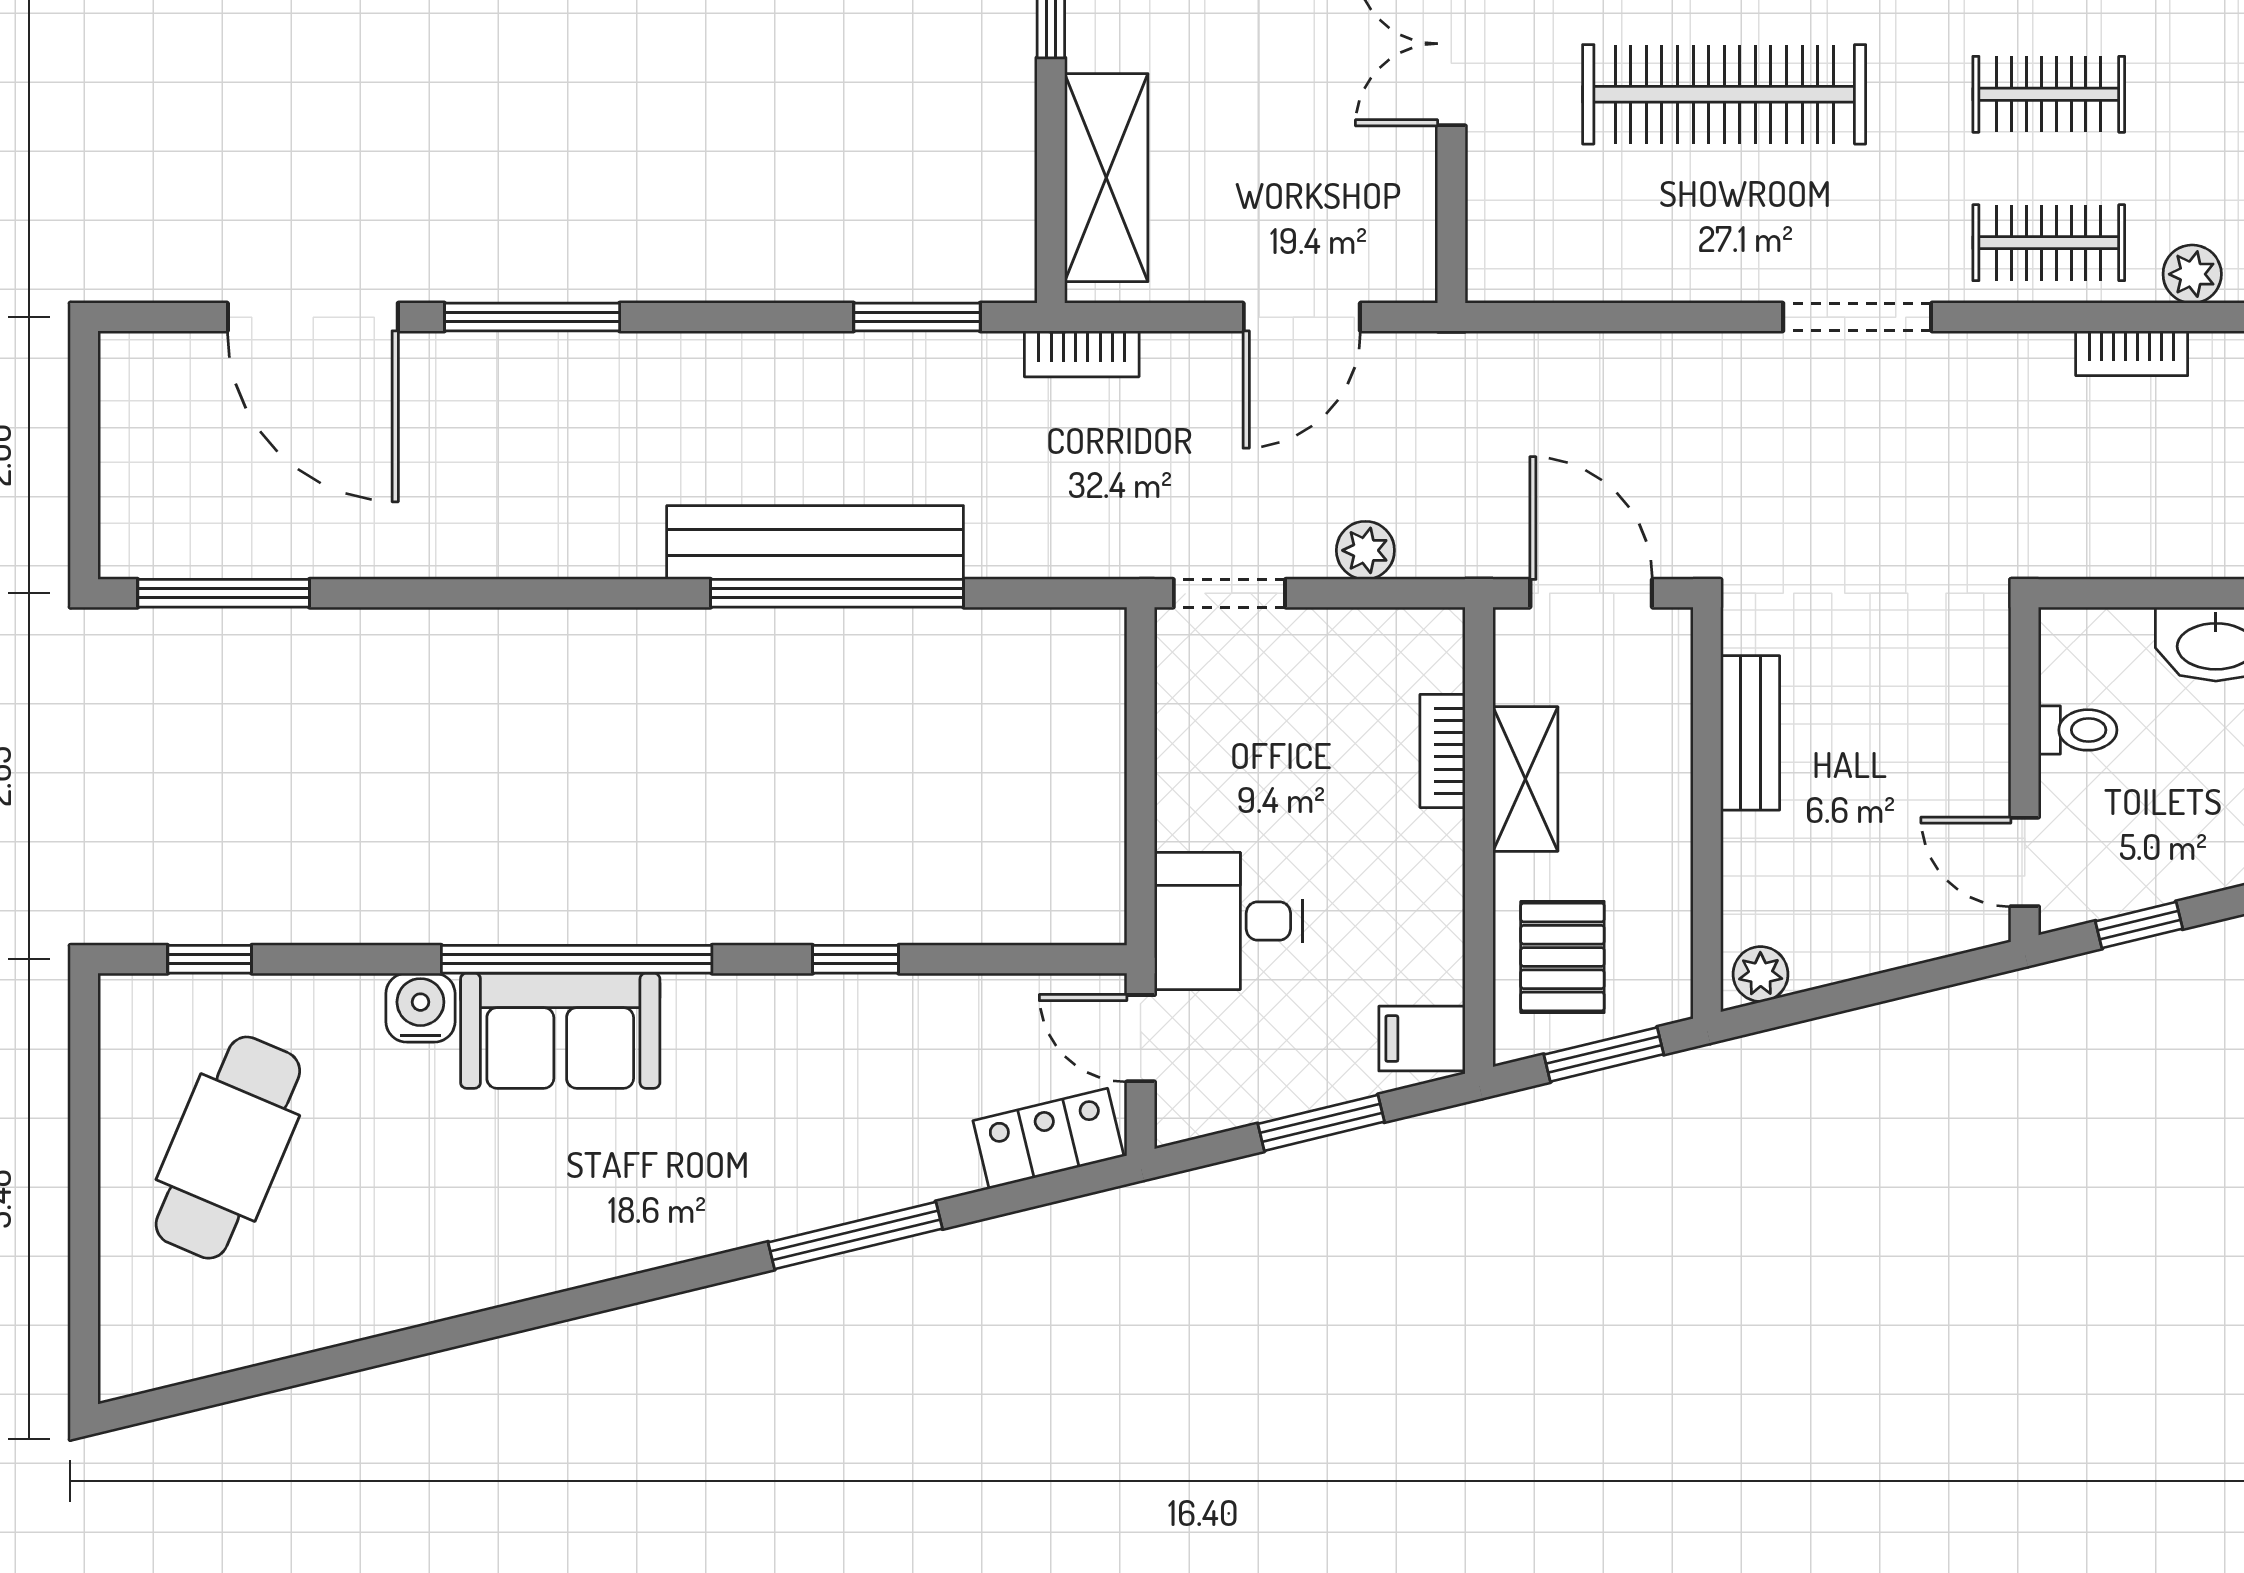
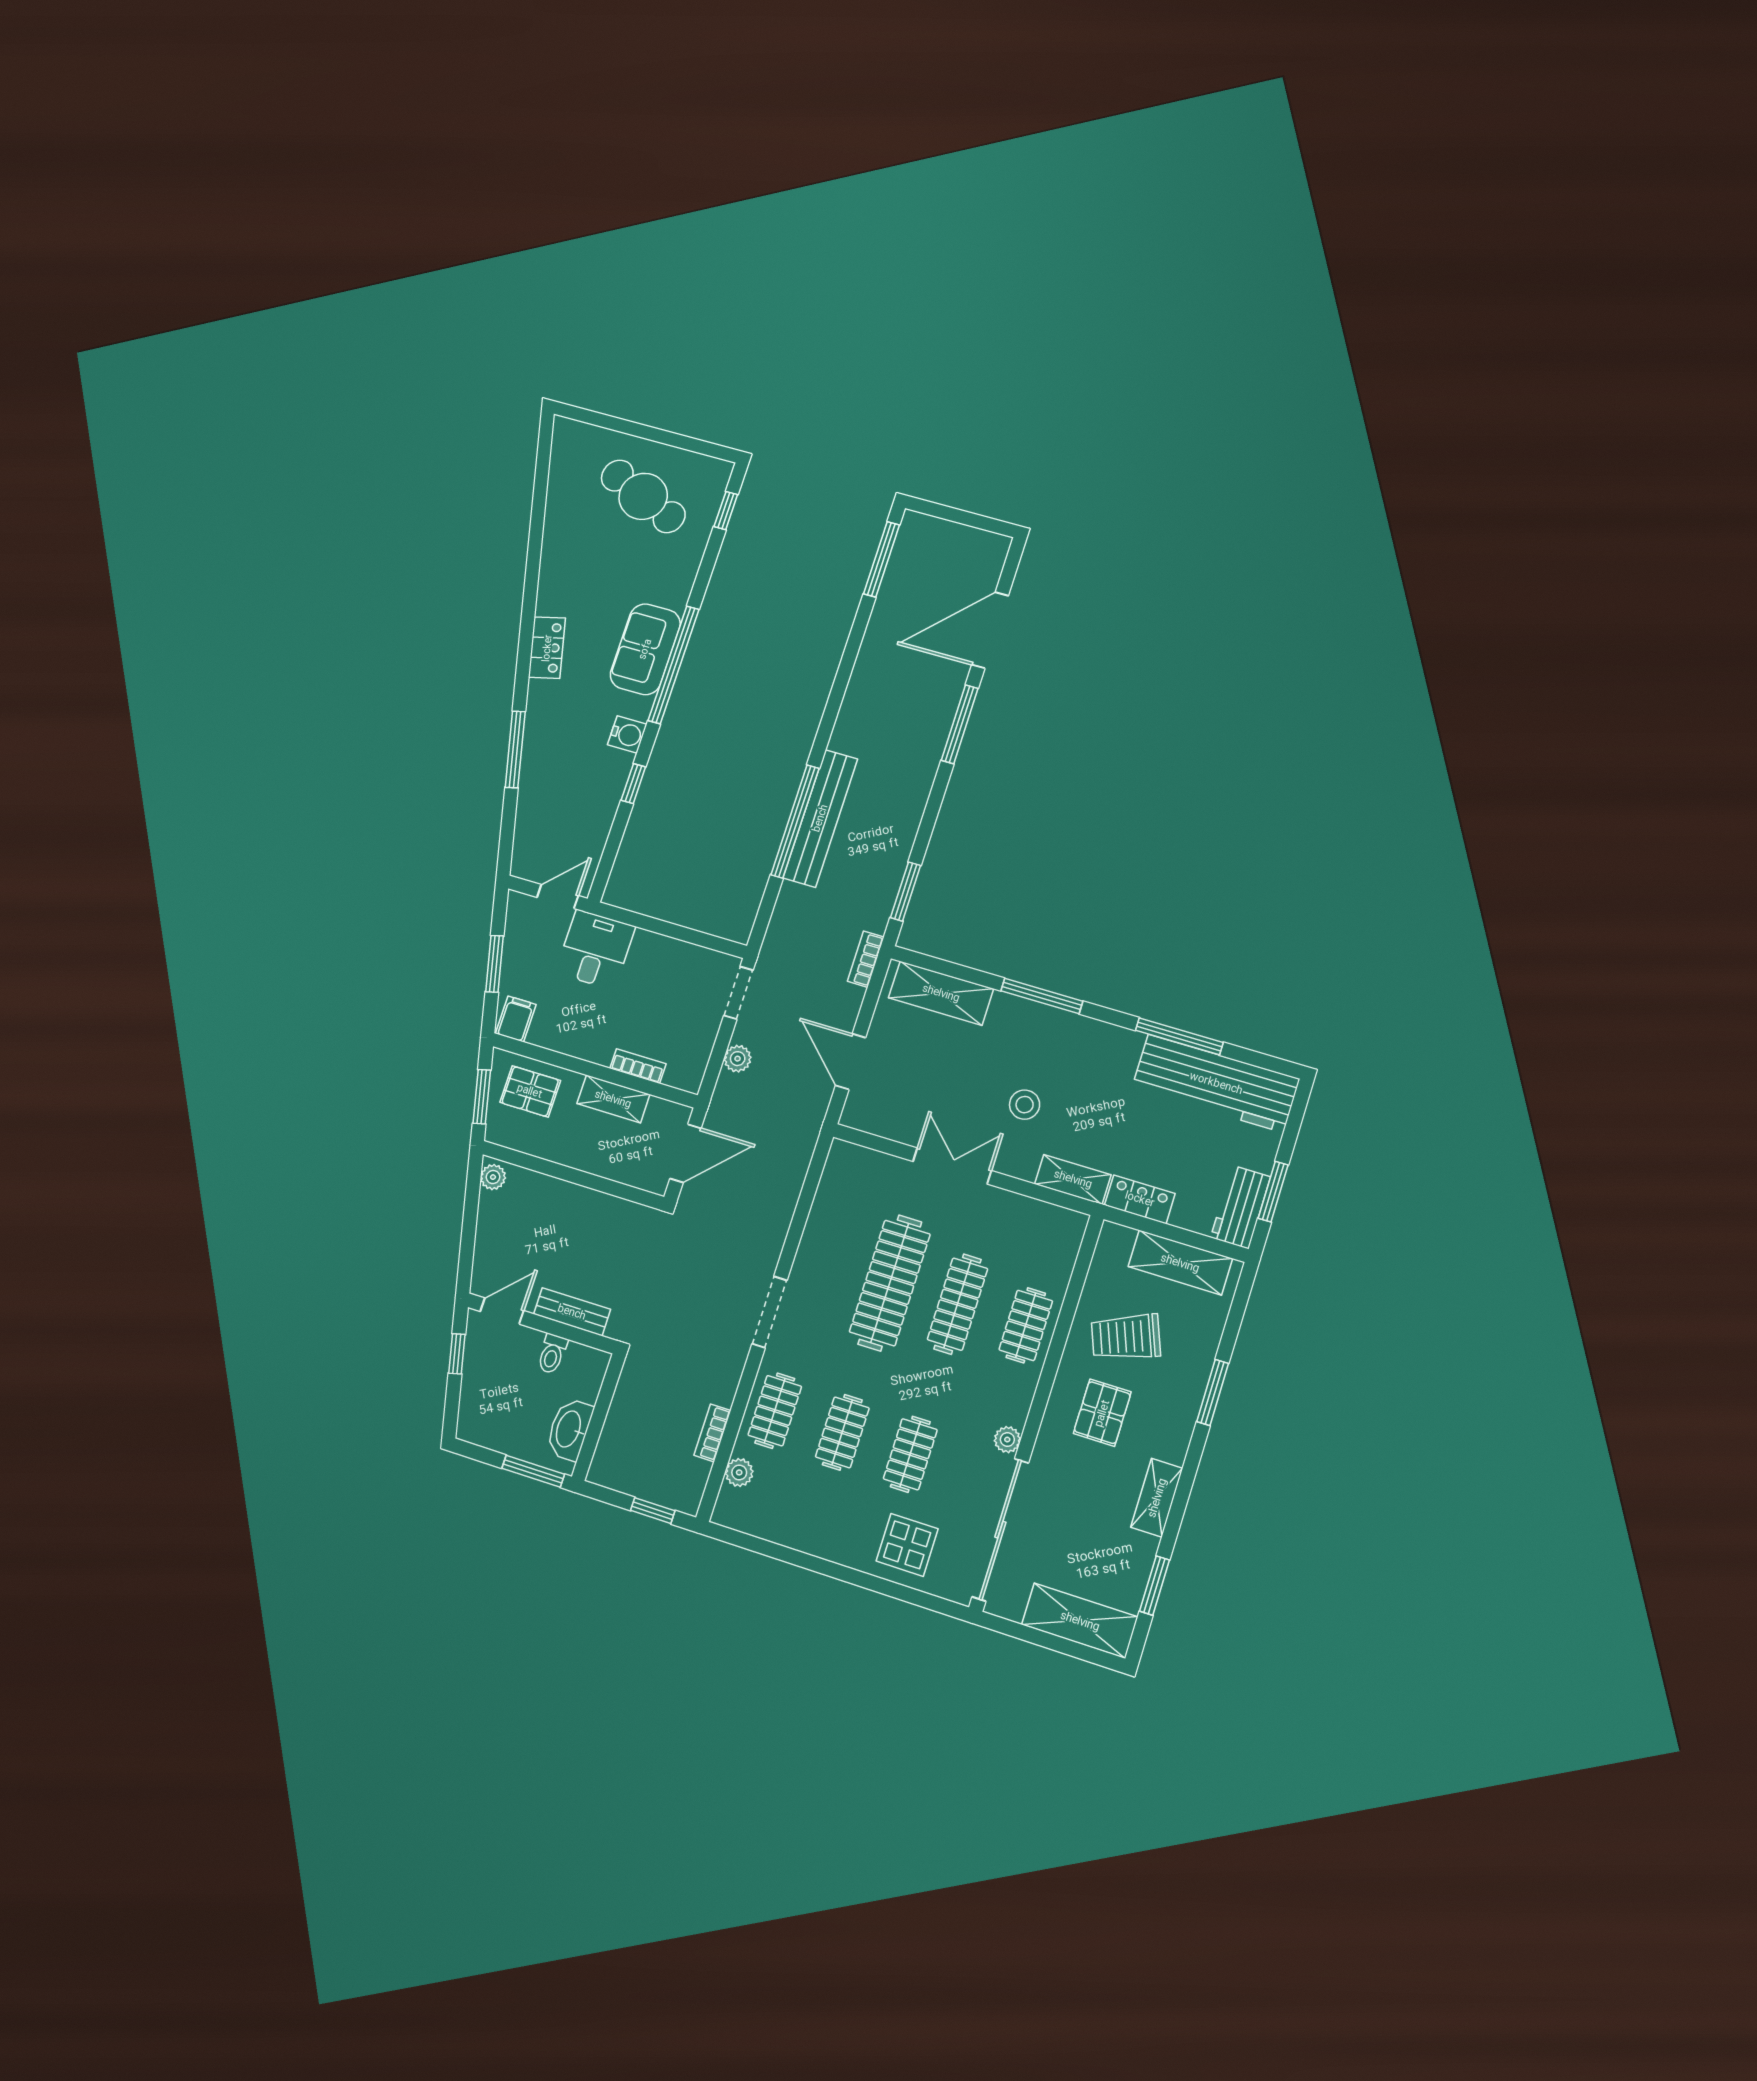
bench: (1750, 733) -> (572, 1312), moved
water cooler: (420, 1008) -> (627, 734), moved
locker: (1048, 1138) -> (547, 648), moved

